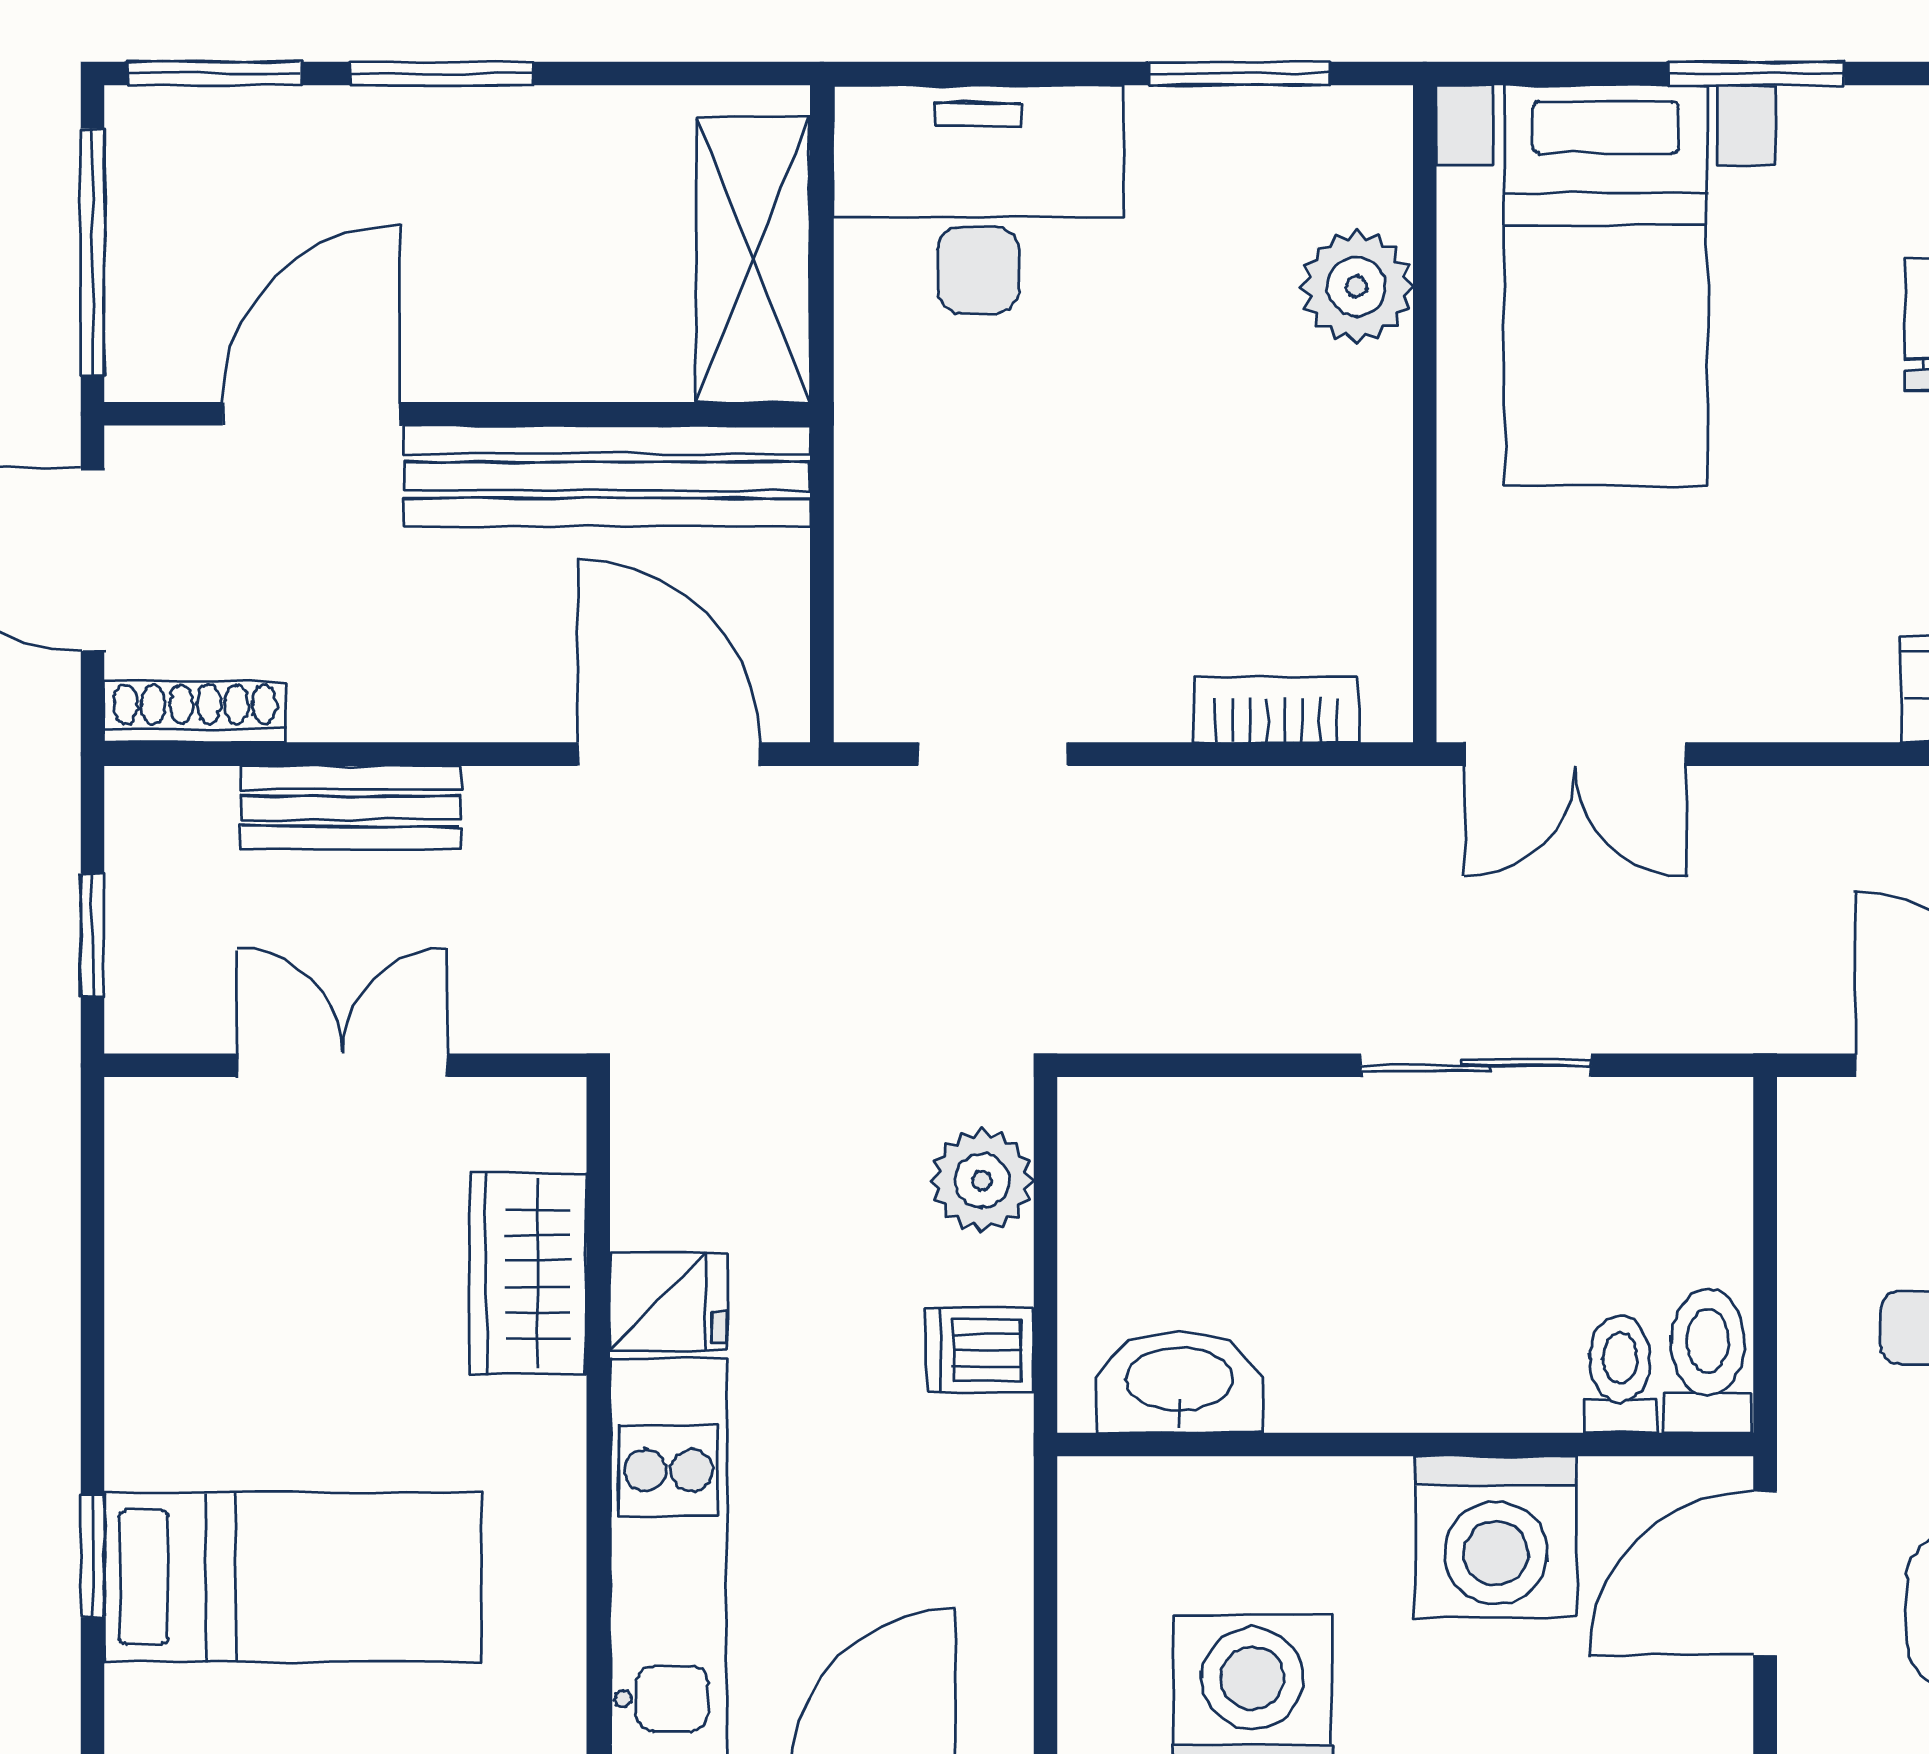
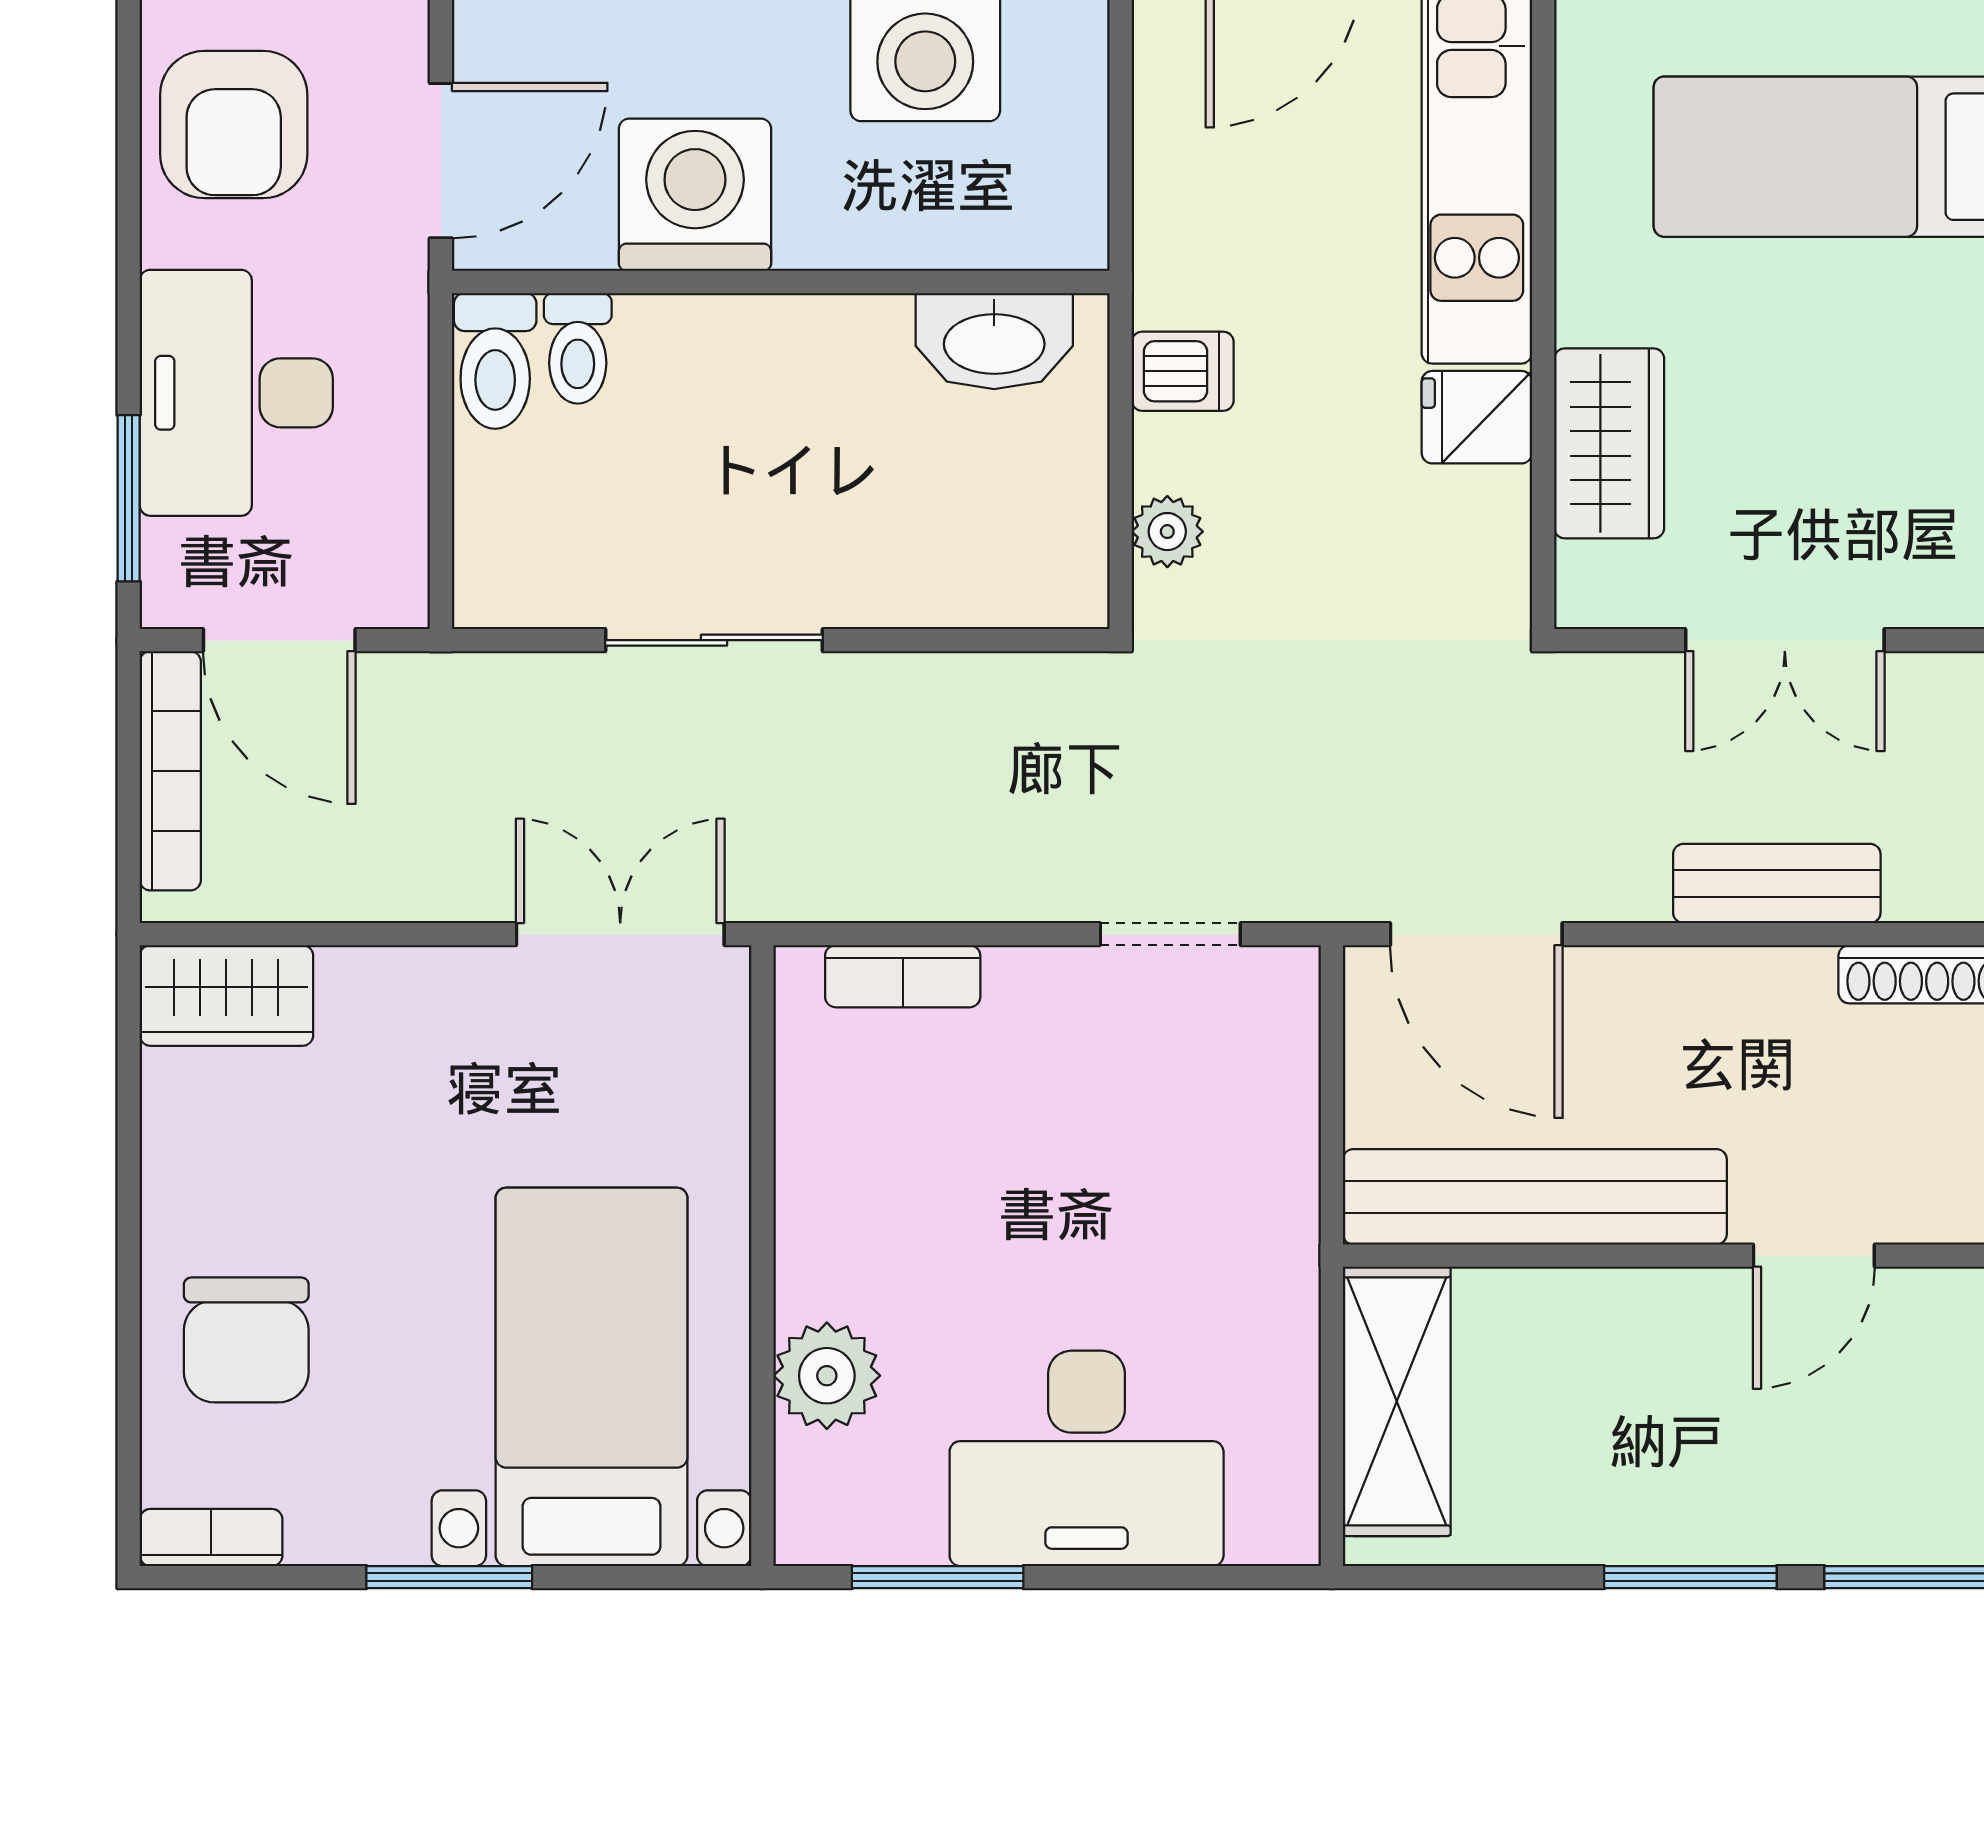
desk: (979, 199) -> (1087, 1458), moved
door: (311, 414) -> (1814, 1256), width x0.73
plant: (982, 1180) -> (1167, 532), width x0.73, depth x0.73

